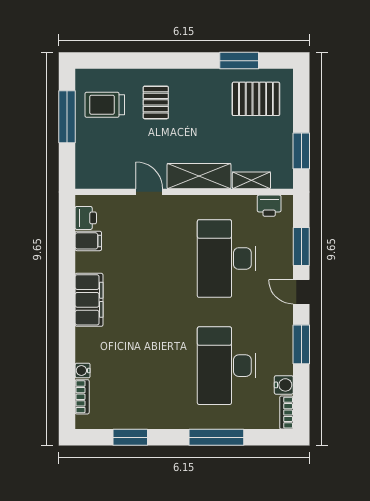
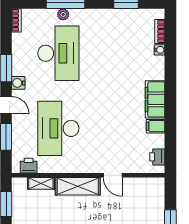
filing cabinet: (88, 241) -> (155, 126), moved
desk: (227, 259) -> (58, 128), turned 180
water cooler: (284, 385) -> (18, 83), moved
plant: (220, 421) -> (63, 14), added

